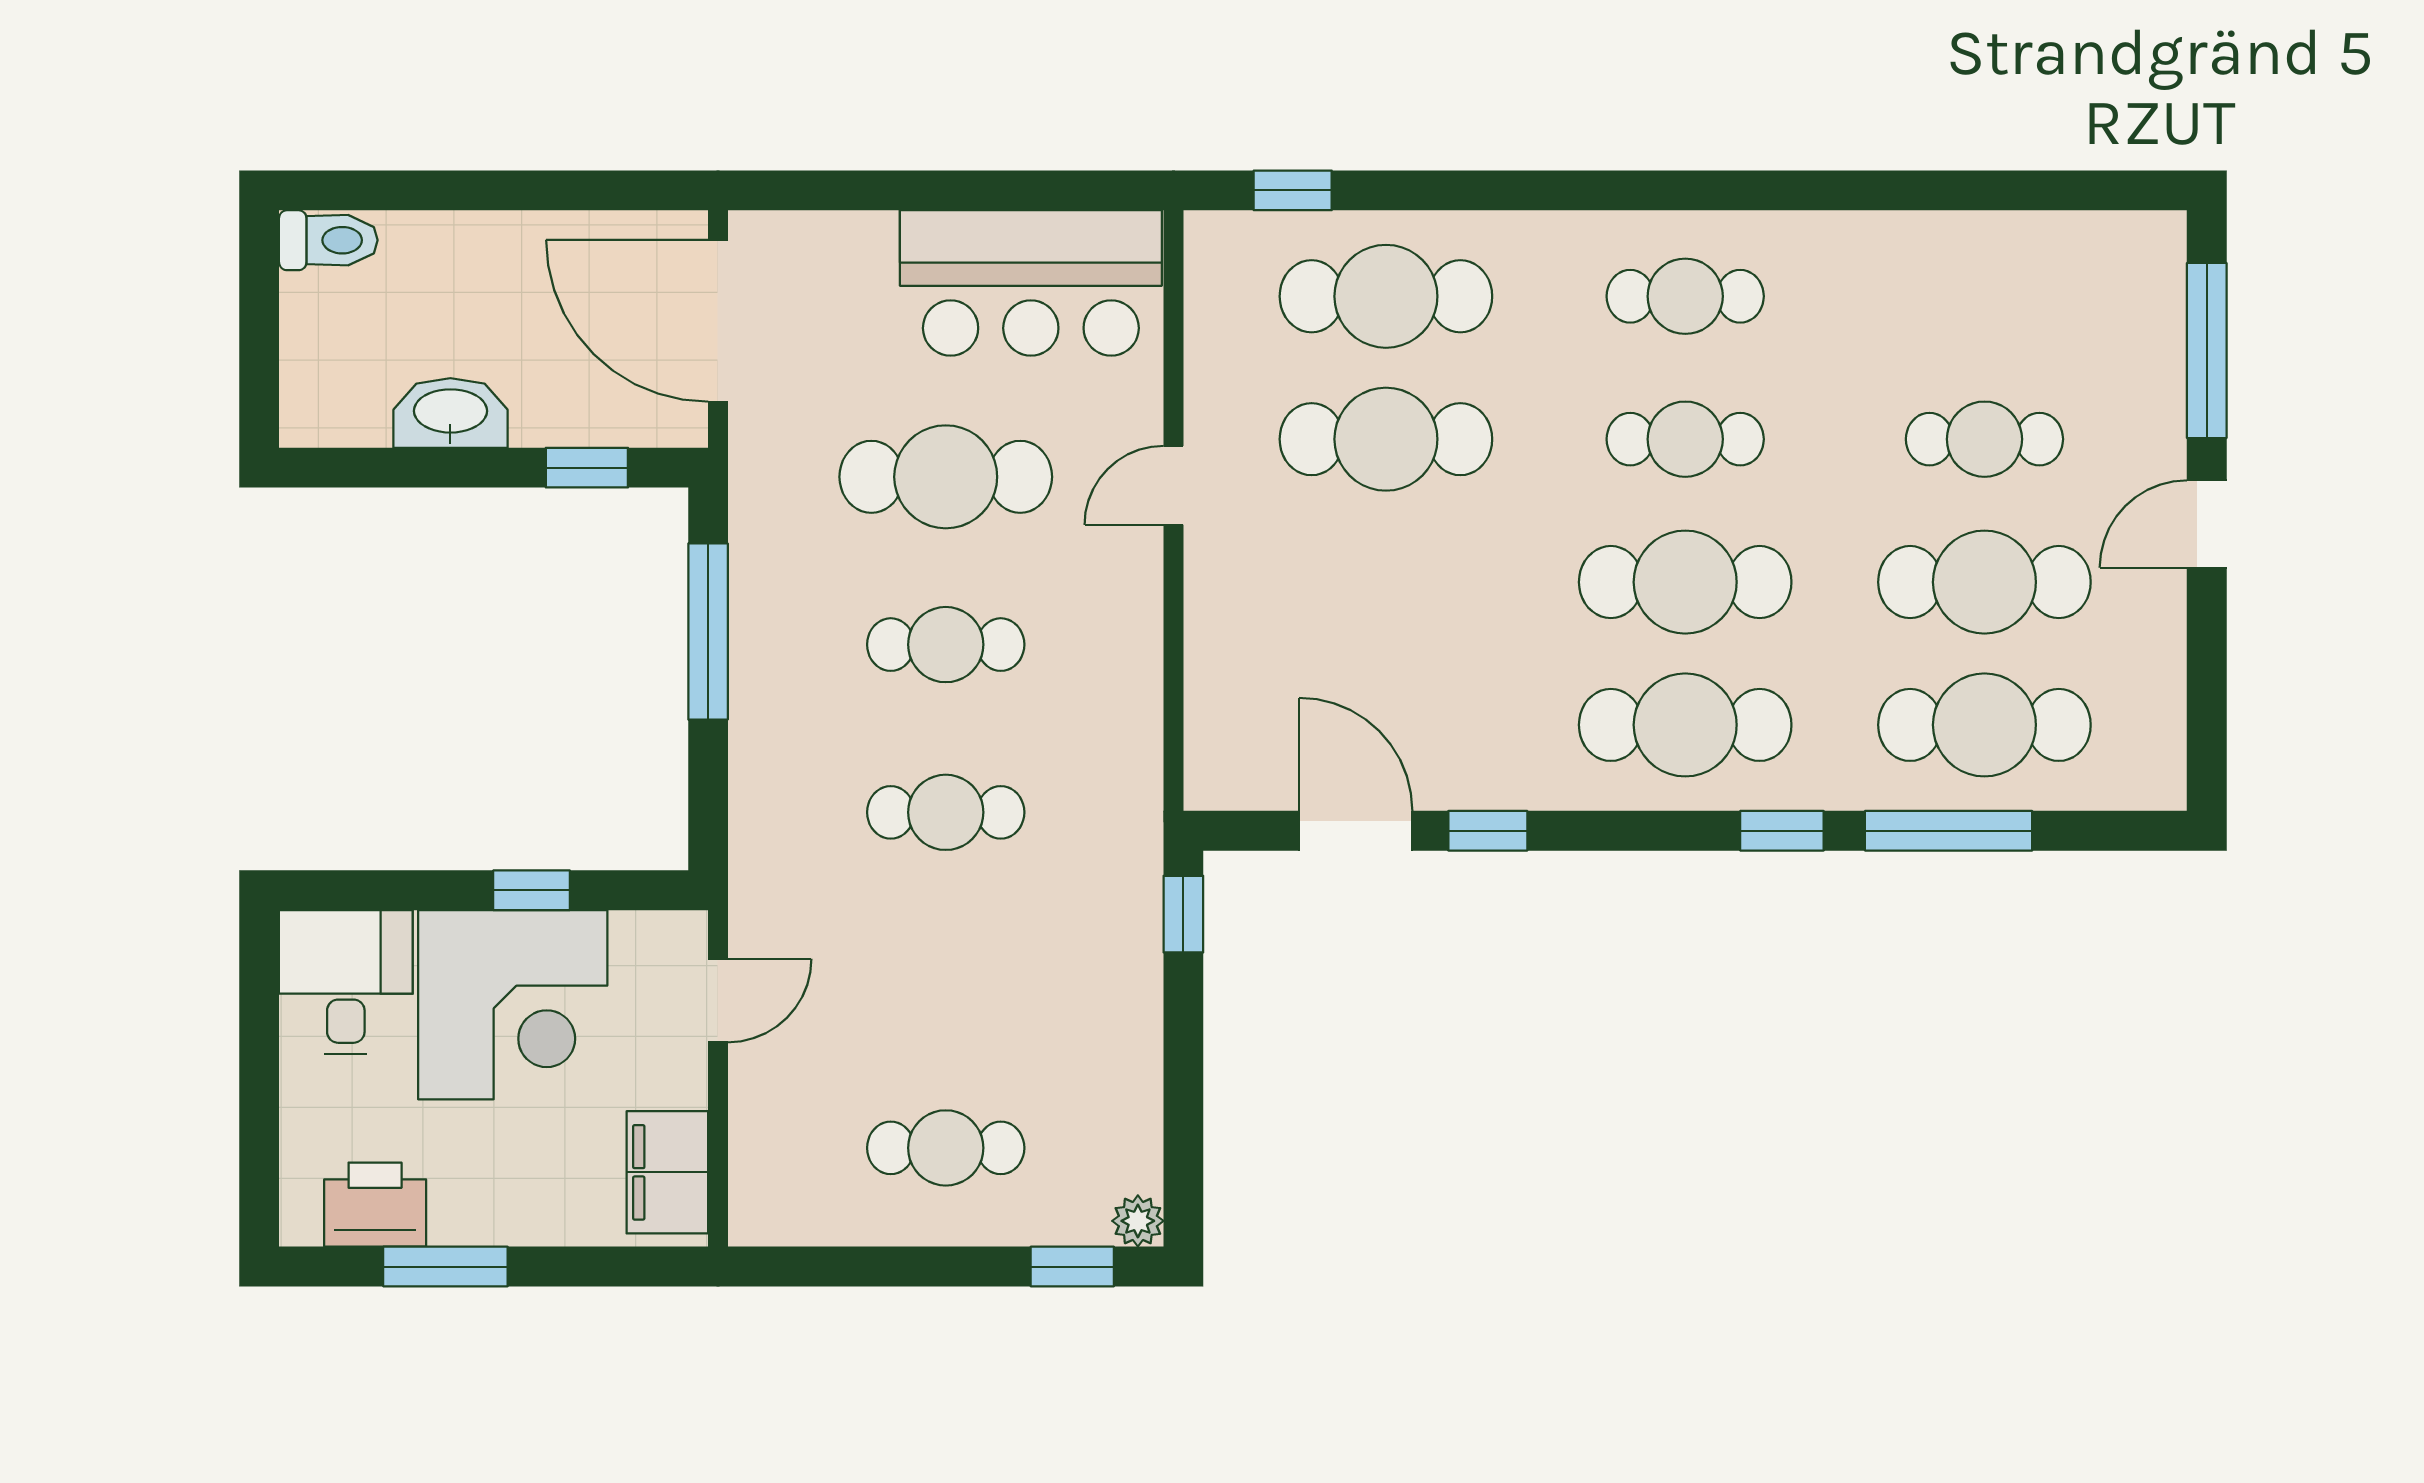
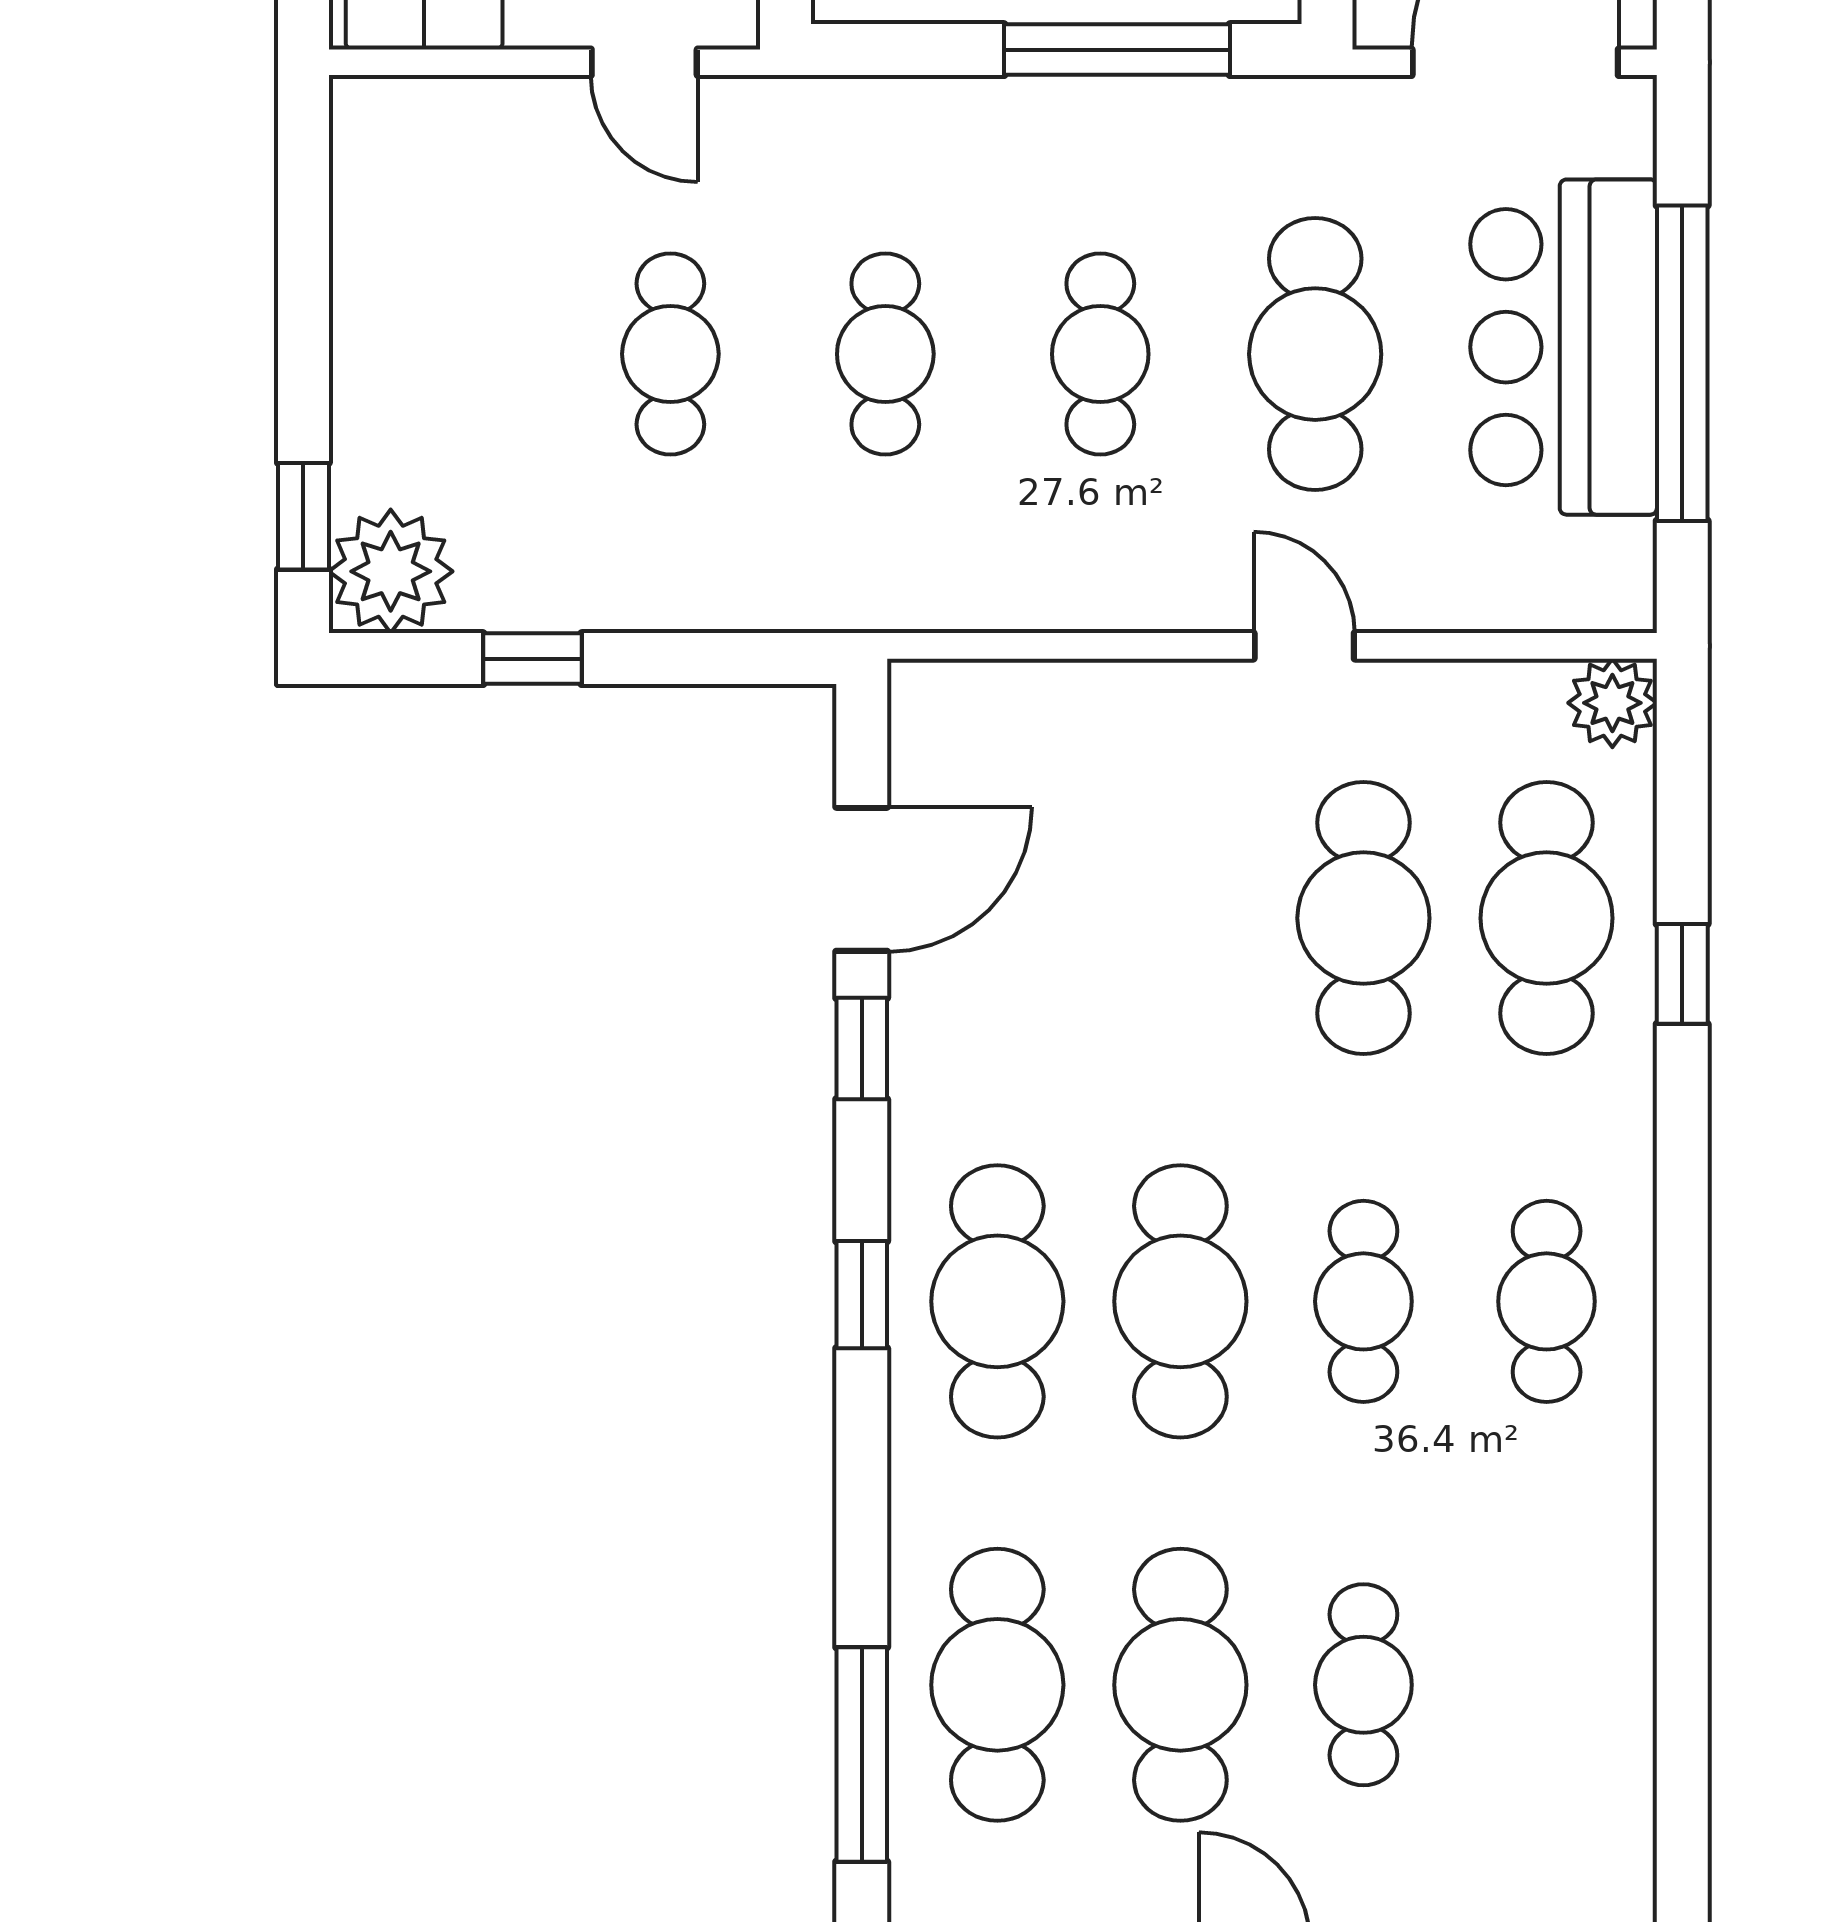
window: (953, 190) -> (1682, 363), added
window: (1293, 190) -> (1682, 974), moved
plant: (1218, 245) -> (1612, 703), added
bar counter: (1031, 283) -> (1564, 347), moved
window: (1782, 831) -> (862, 1295), moved
window: (1949, 831) -> (862, 1754), moved
window: (1183, 914) -> (532, 659), moved
cafe table: (946, 1148) -> (670, 354), moved
plant: (1138, 1221) -> (391, 571), width x1.87, depth x1.87

